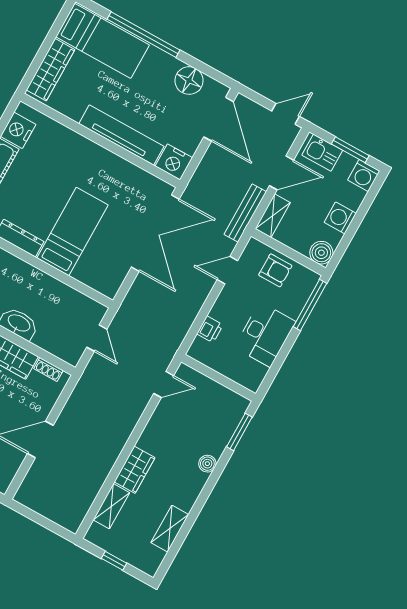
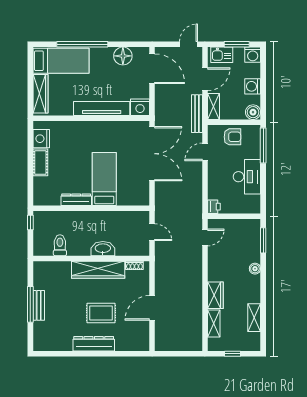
printer: (210, 329) -> (214, 207), moved

